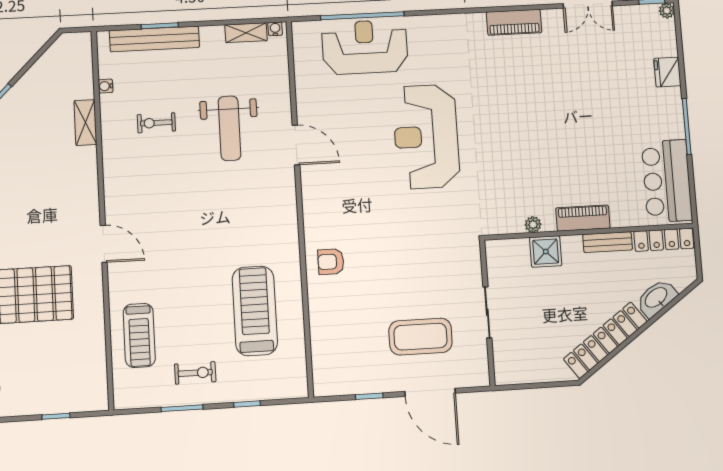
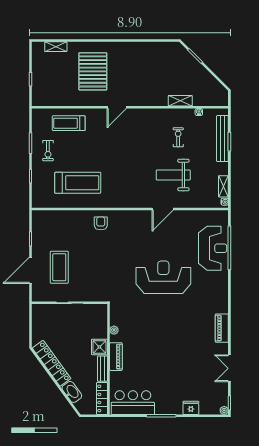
shower: (546, 252) -> (99, 347), moved

